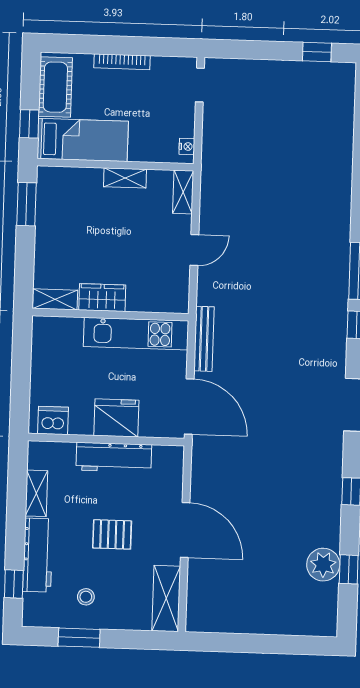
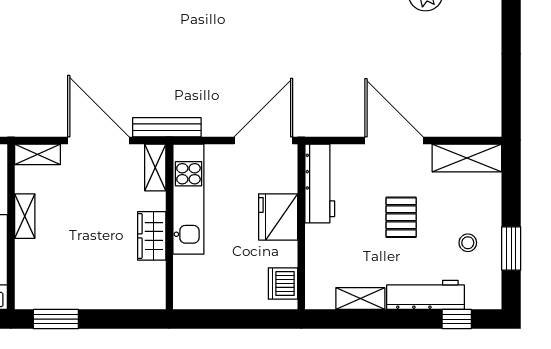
door: (194, 250) -> (98, 140), width x1.88
shelving: (55, 299) -> (155, 167), moved
bench: (204, 339) -> (167, 127), moved
workbench: (114, 457) -> (320, 183), moved
door: (185, 530) -> (394, 140), hinge flipped

